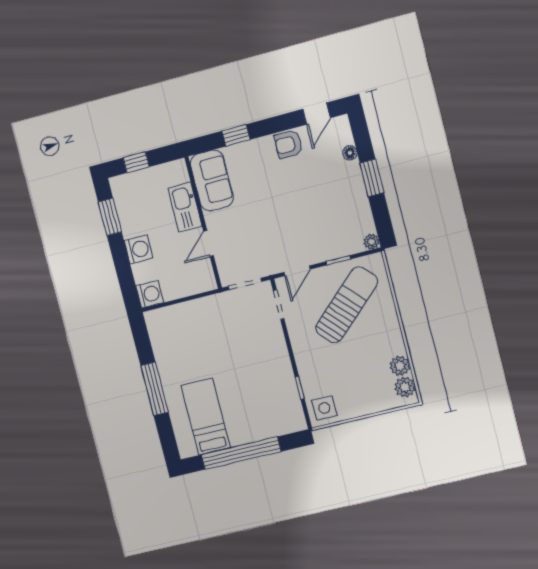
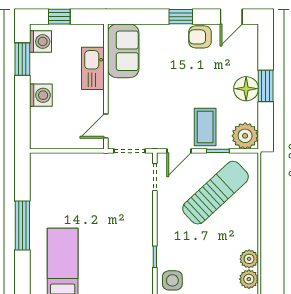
window: (236, 135) -> (181, 17), moved
floor lamp: (350, 153) -> (246, 89), moved, width x1.89, depth x1.89
coffee table: (318, 238) -> (205, 127), added
plant: (371, 242) -> (245, 136), width x1.87, depth x1.87
door: (209, 243) -> (106, 126), moved
washing machine: (150, 294) -> (40, 41), moved

